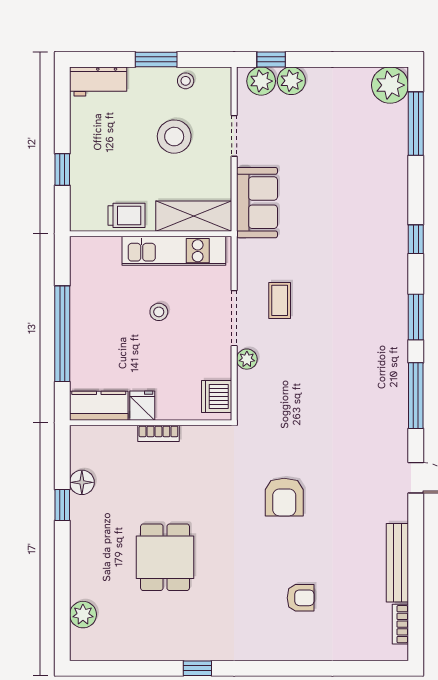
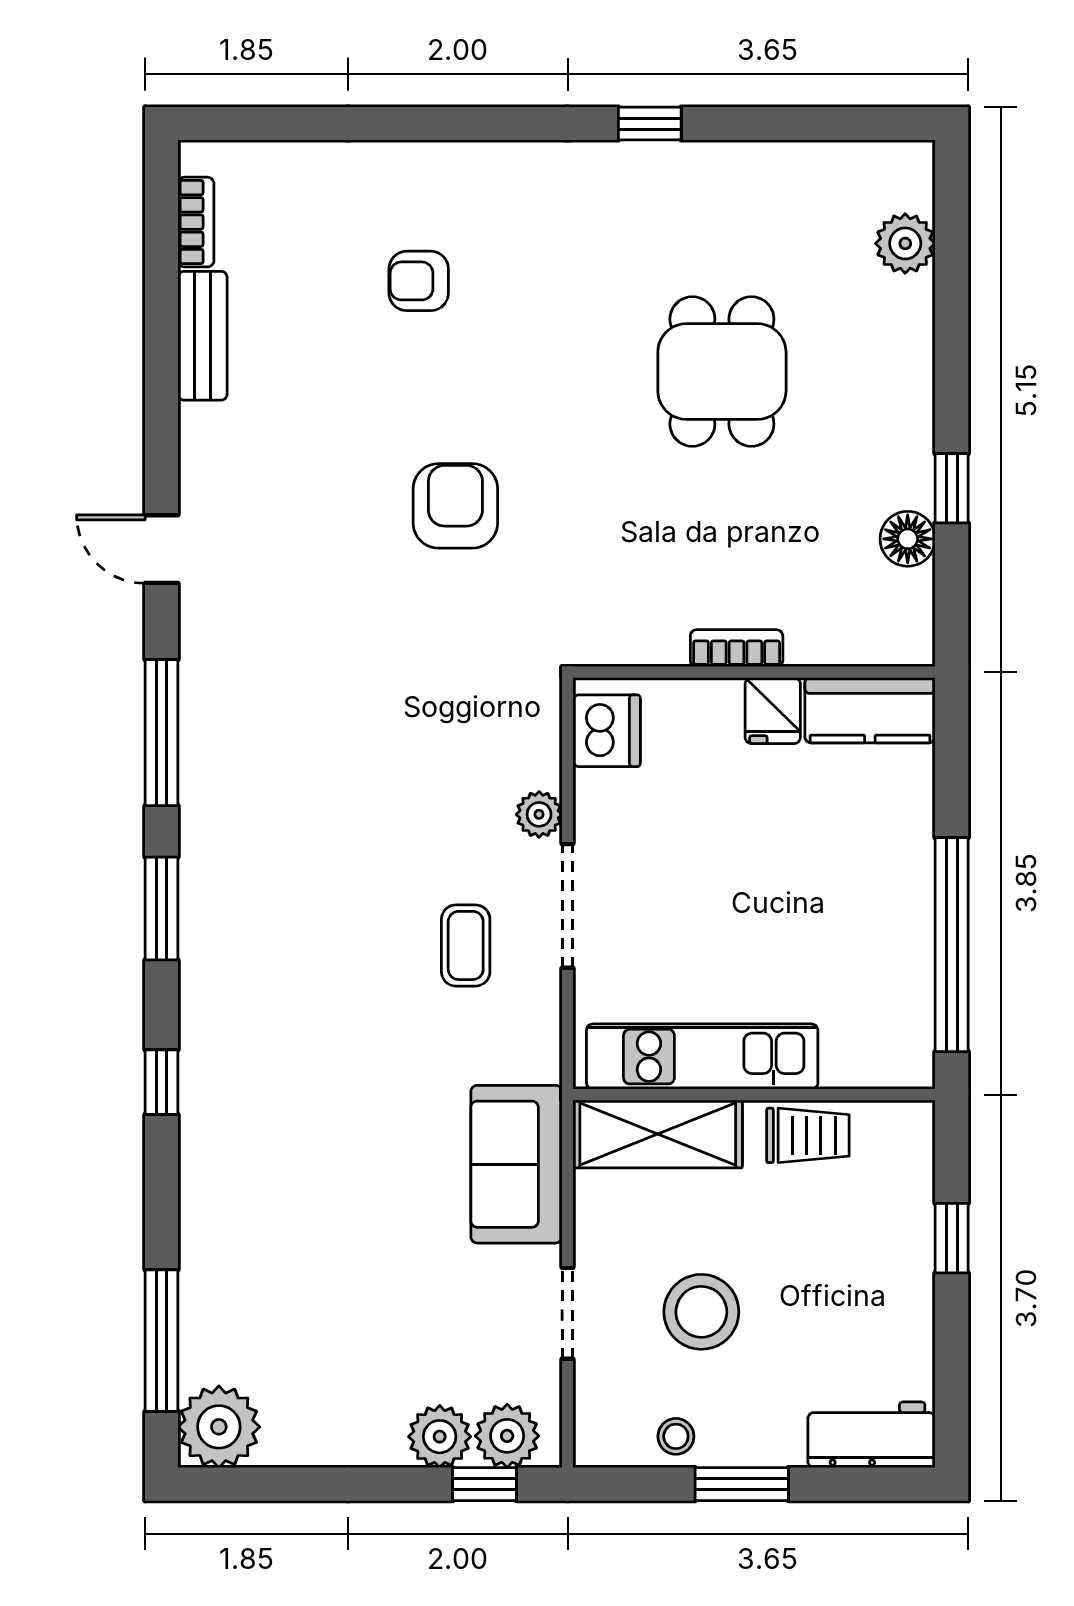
trolley: (126, 215) -> (808, 1135), turned 180
stool: (159, 312) -> (736, 920), removed
window: (62, 334) -> (952, 945), moved
bench: (397, 563) -> (203, 336), width x0.73

